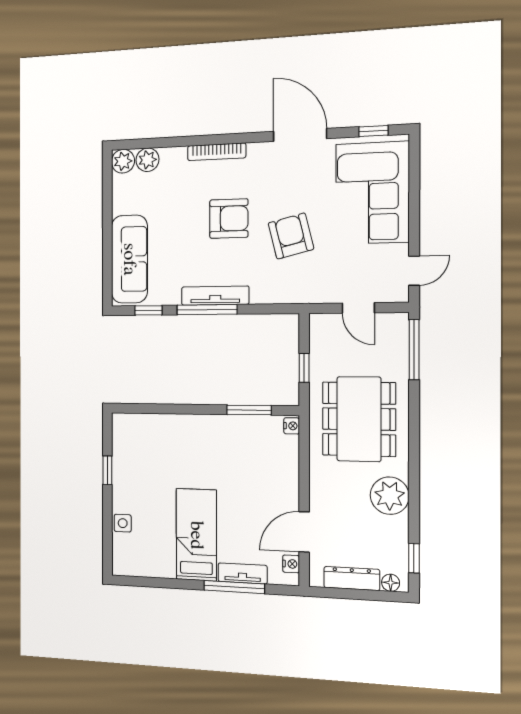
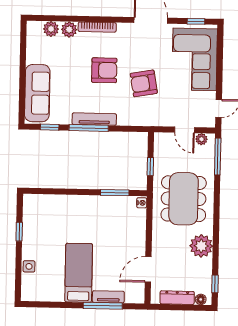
plant: (123, 161) -> (69, 29), moved
armchair: (291, 236) -> (144, 83), turned -86
plant: (386, 322) -> (201, 139), added
nightstand: (291, 564) -> (140, 290), removed

